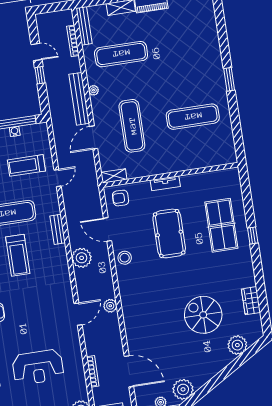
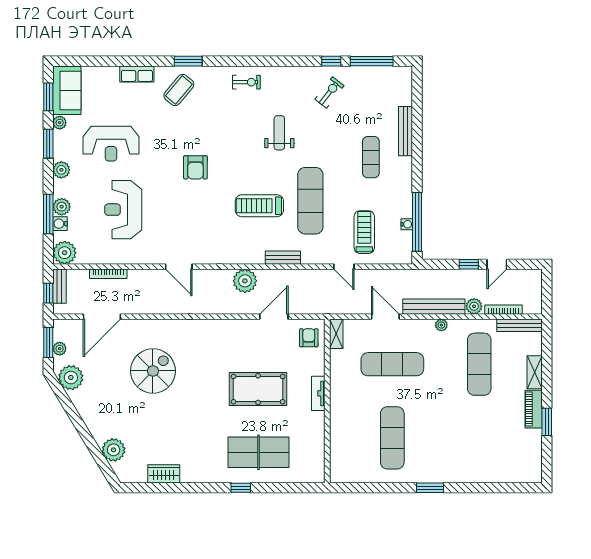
stool: (125, 258) -> (237, 332), removed
plant: (110, 306) -> (474, 306), moved
spiral stairs: (203, 315) -> (153, 371), moved

